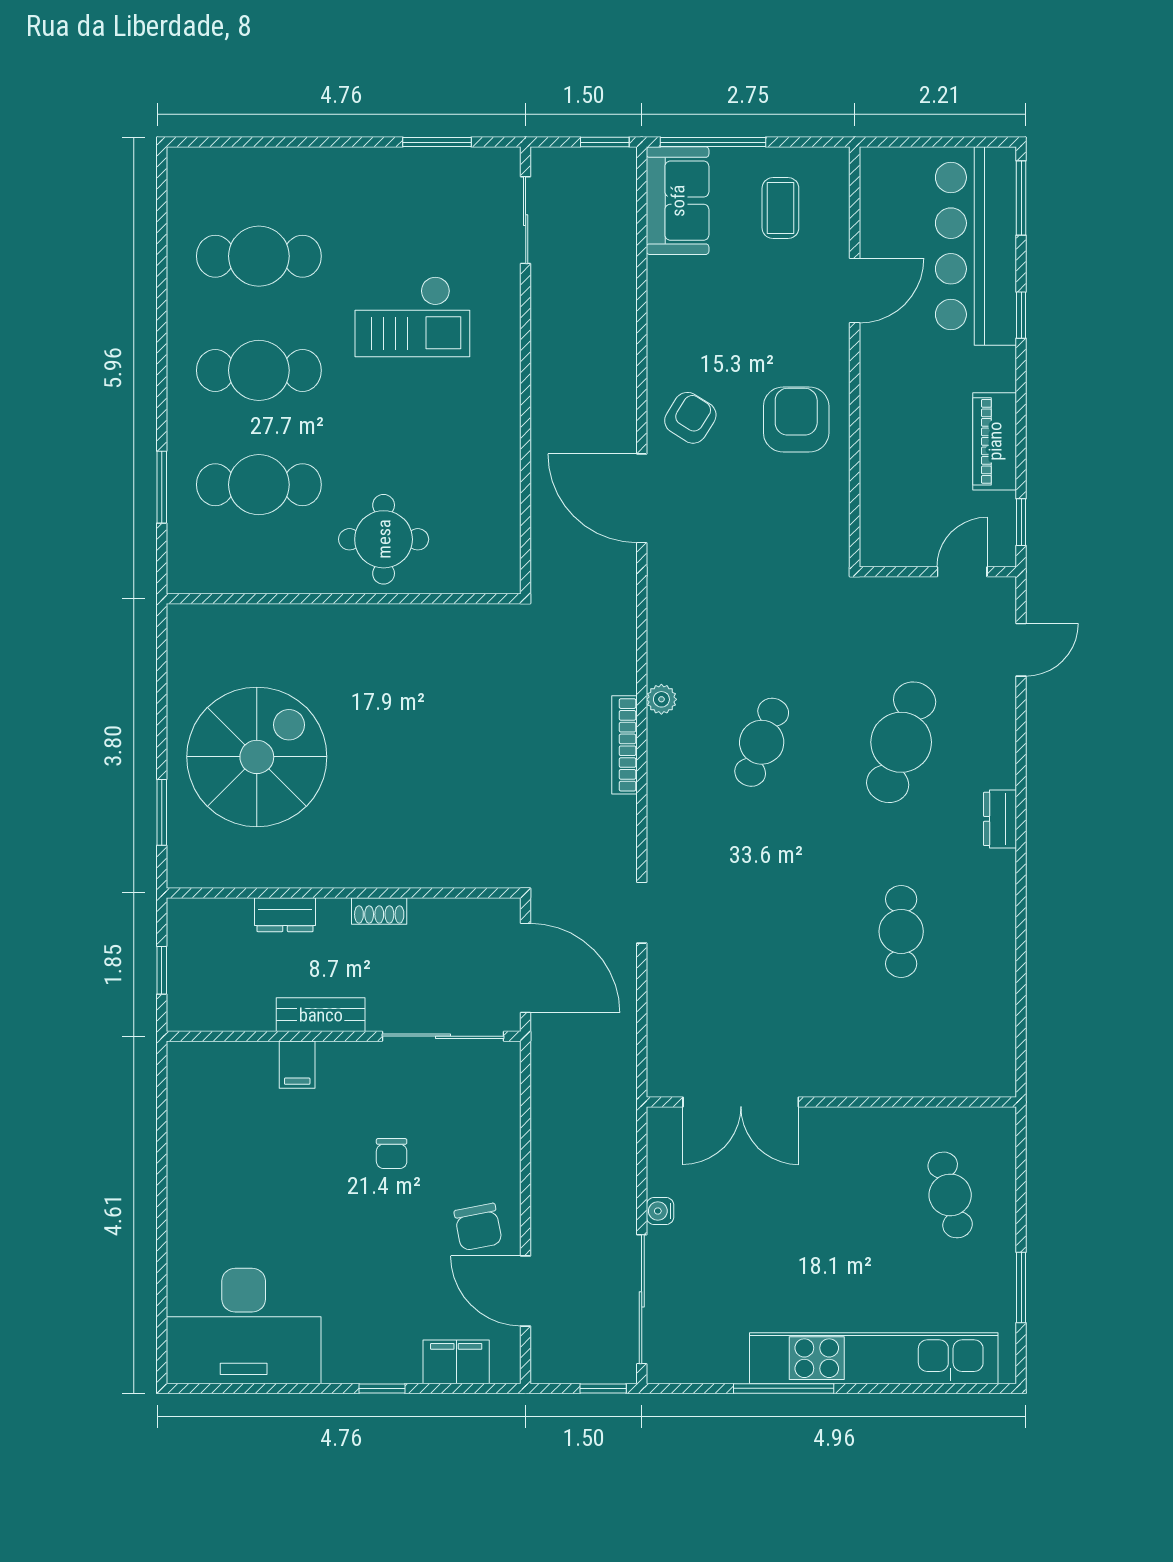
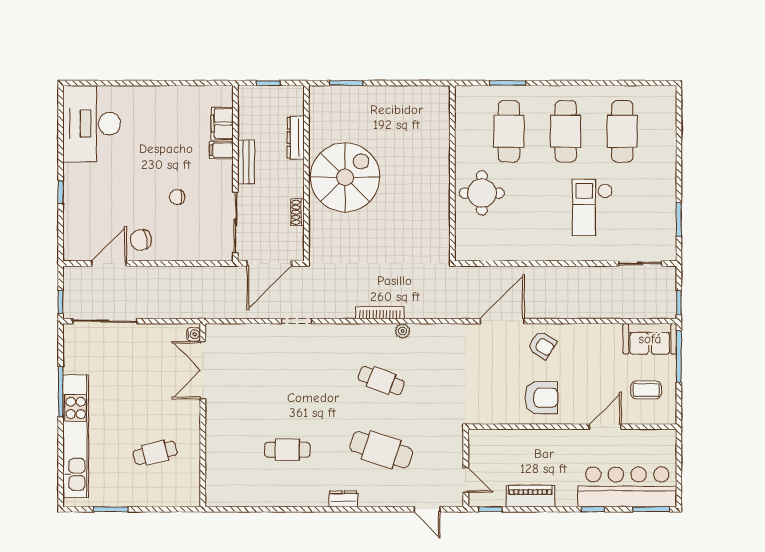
door: (855, 291) -> (605, 427), swing flipped
spiral stairs: (257, 757) -> (345, 177), moved, turned -90
shoe rack: (379, 911) -> (297, 212), moved
dresser: (285, 915) -> (296, 138), width x1.44
cafe table: (950, 1195) -> (155, 453), moved
water cooler: (660, 1211) -> (194, 334), moved, turned 90
filing cabinet: (456, 1362) -> (222, 123), moved, turned 180

